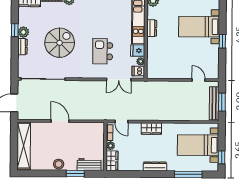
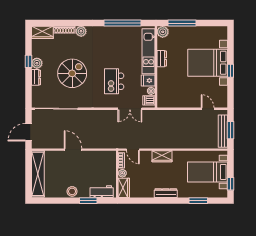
bed with nightstands: (199, 27) -> (208, 63), width x1.36
window: (188, 174) -> (198, 201), width x0.69

